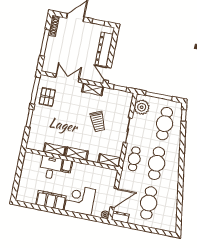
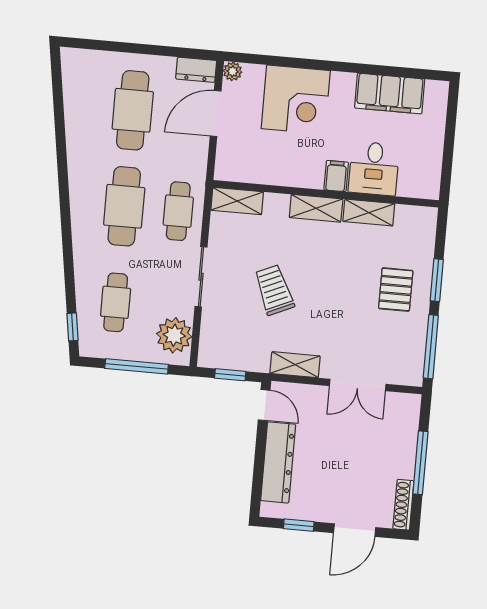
pallet: (47, 97) -> (396, 290), moved
cafe table: (165, 124) -> (116, 302), width x0.73, depth x0.74
filing cabinet: (51, 200) -> (390, 93), moved

